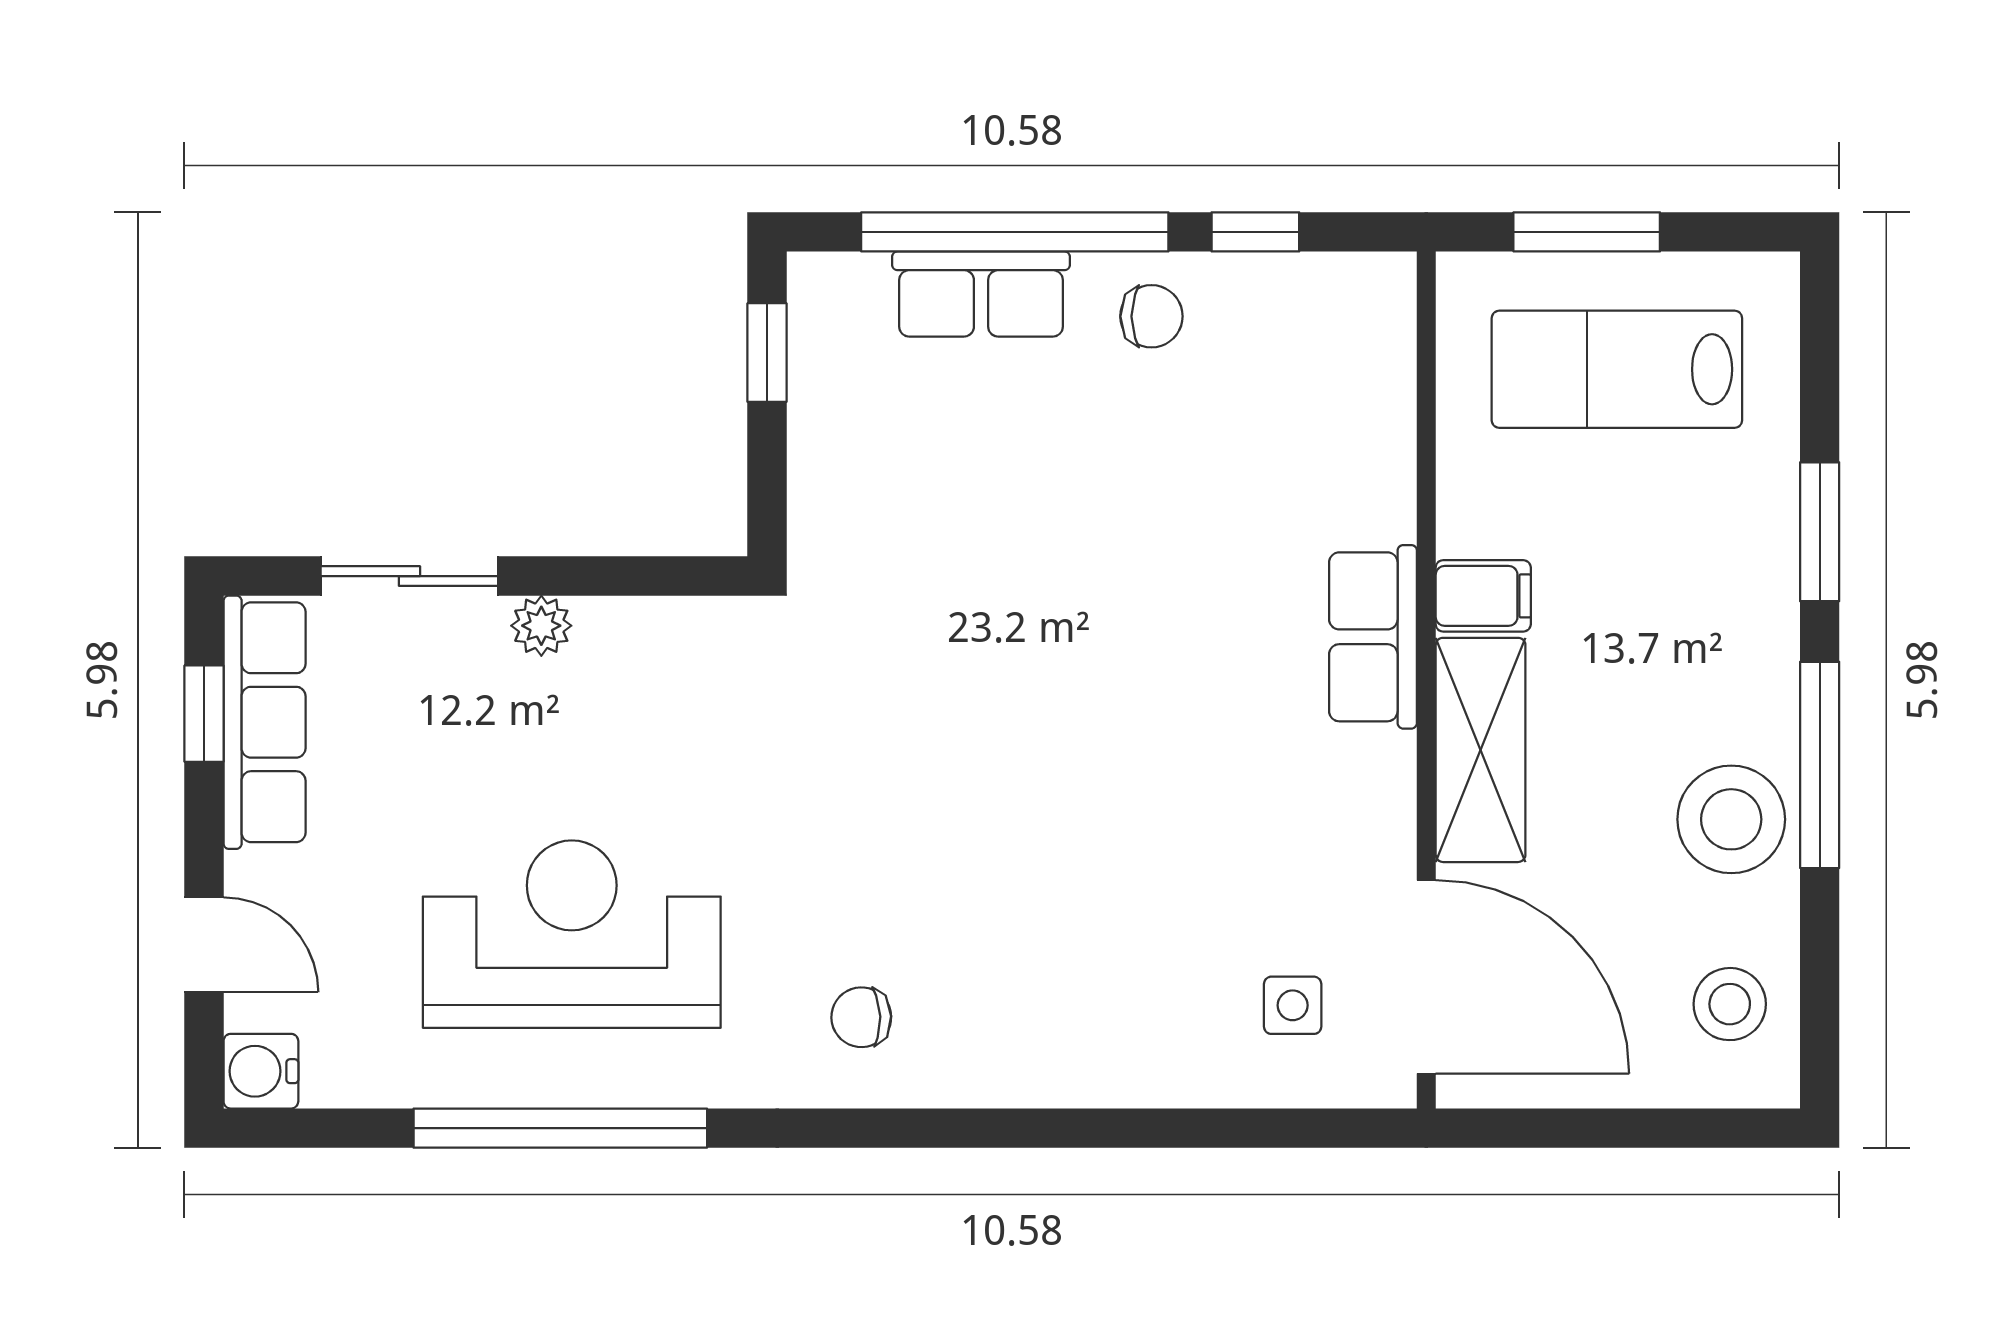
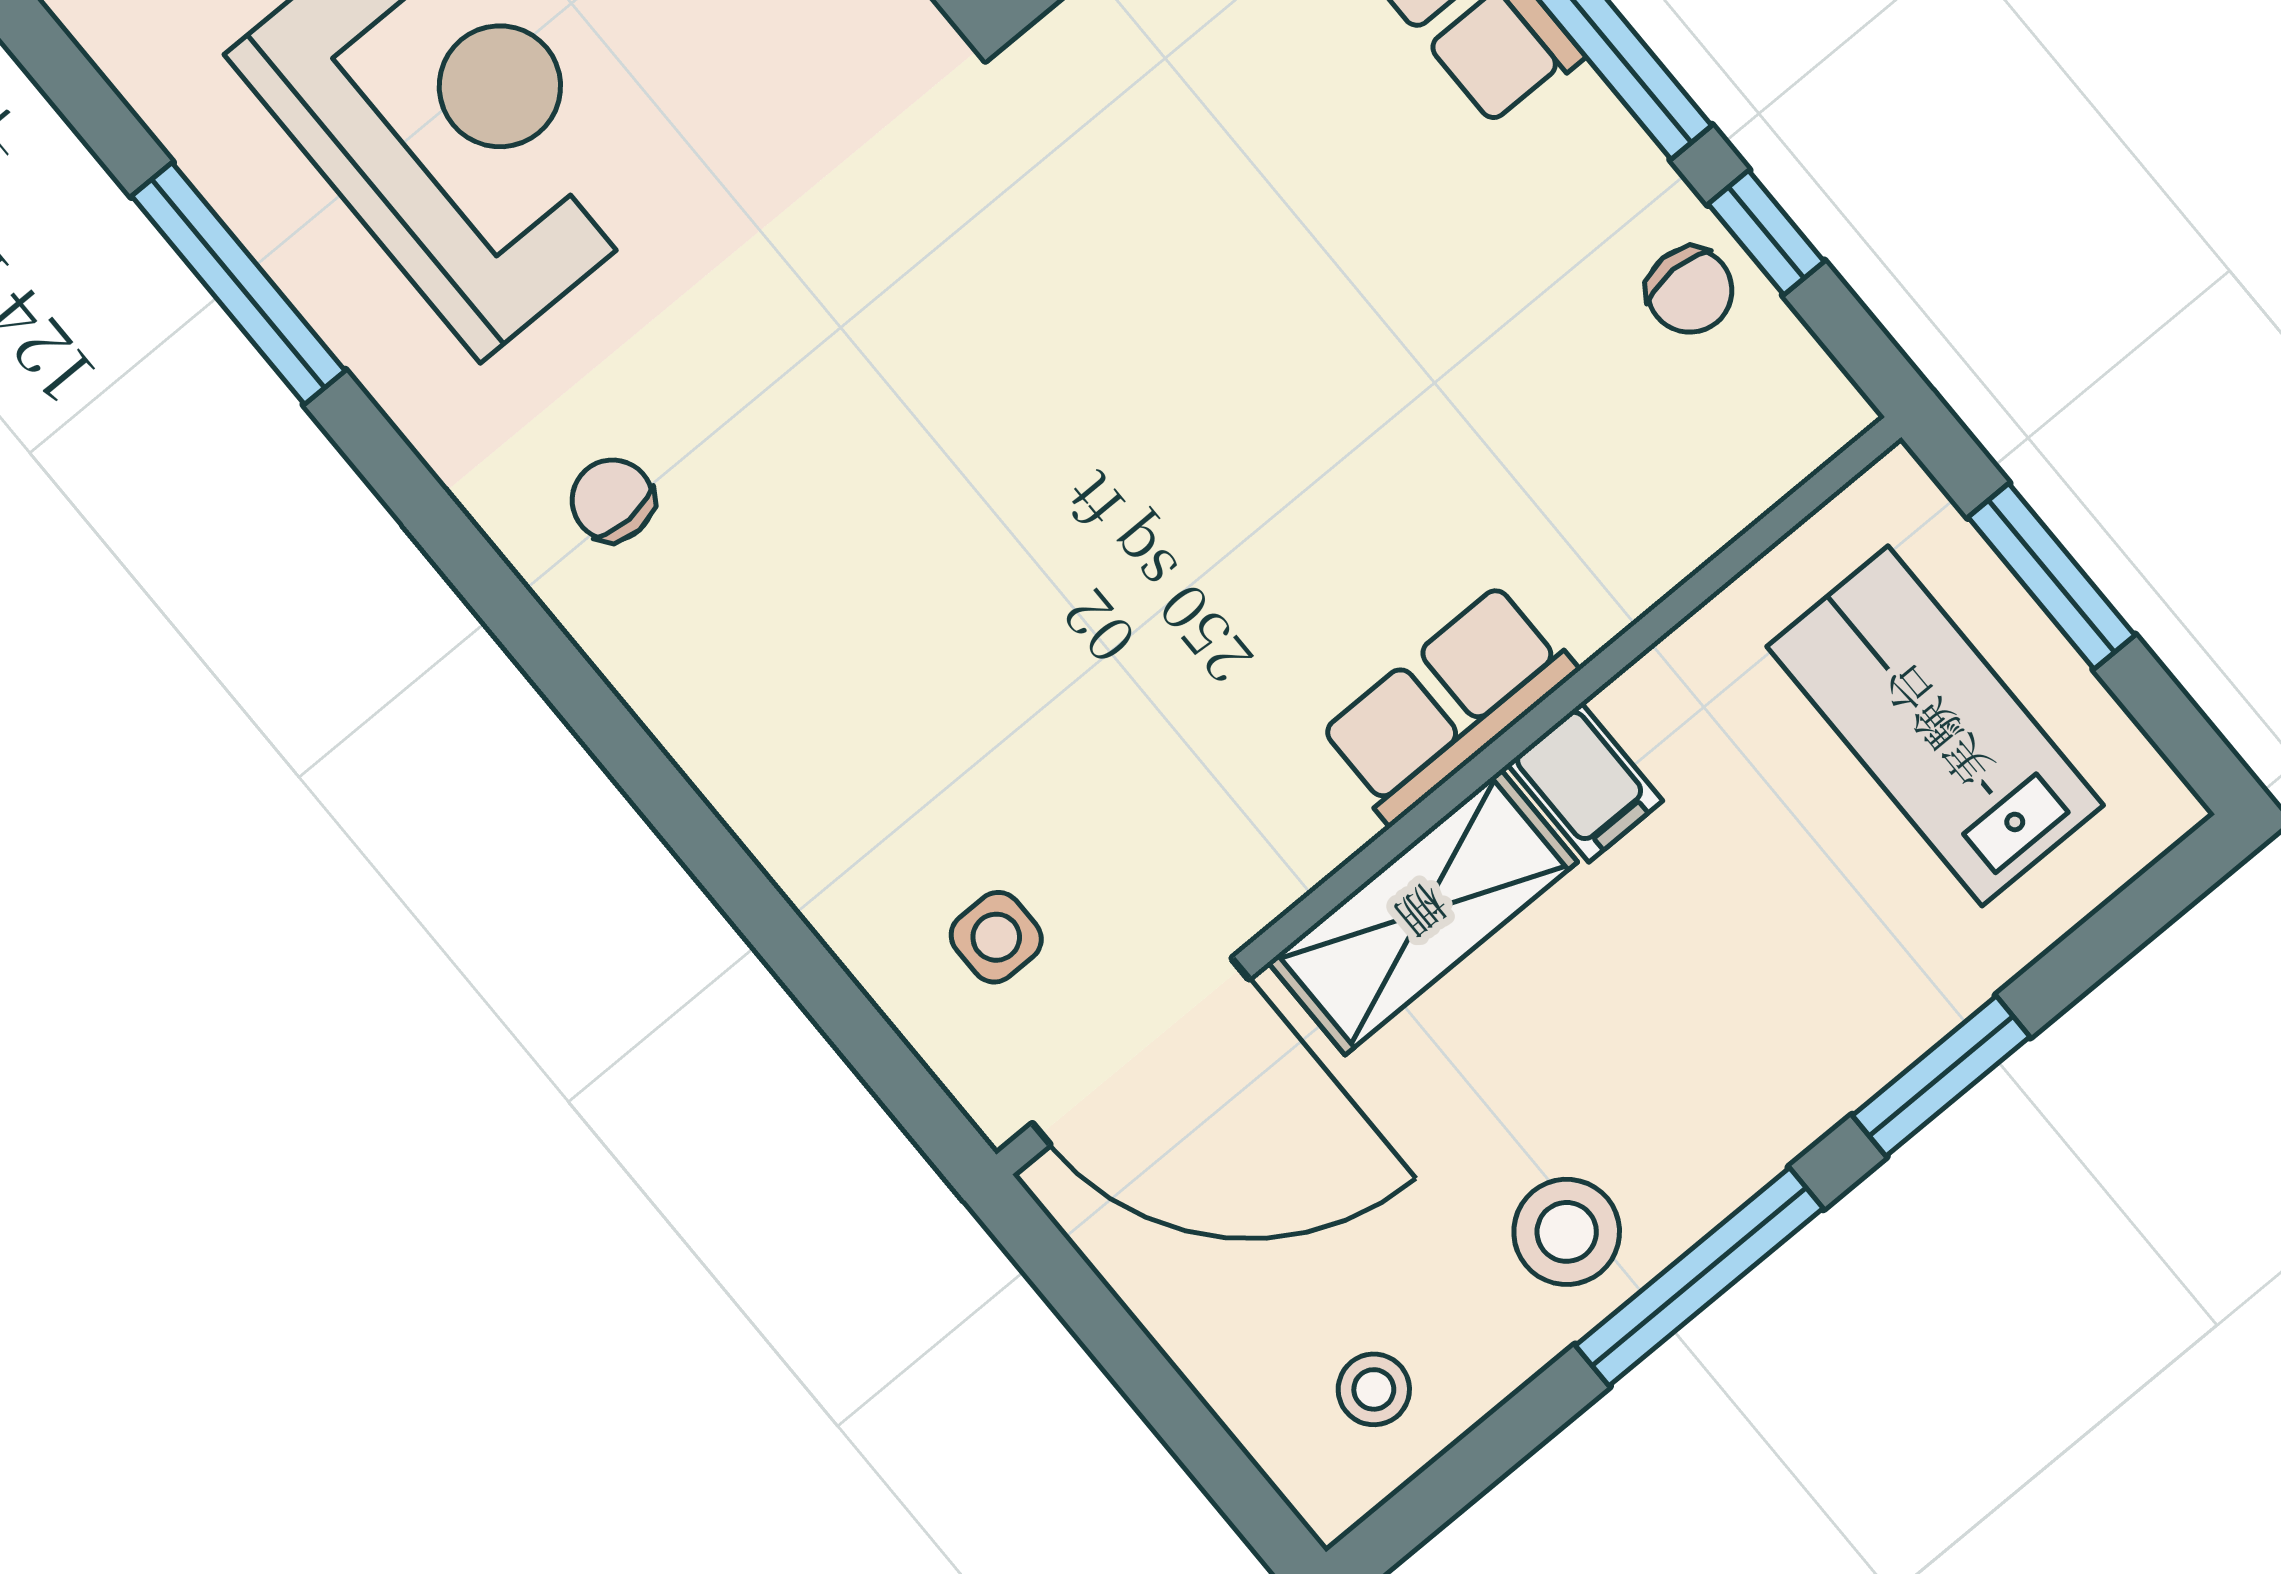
chair: (1151, 316) -> (1690, 290), moved
stool: (1731, 819) -> (1567, 1232), width x0.73, depth x0.73
door: (1426, 977) -> (1141, 1051), hinge flipped
stool: (1730, 1004) -> (1374, 1389), width x0.73, depth x0.73
window: (560, 1128) -> (238, 283), width x0.68

